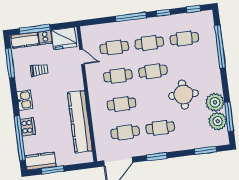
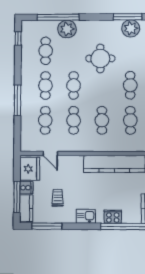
window: (163, 13) -> (18, 68), removed
door: (82, 57) -> (50, 153), swing flipped
plant: (215, 102) -> (67, 29), moved

